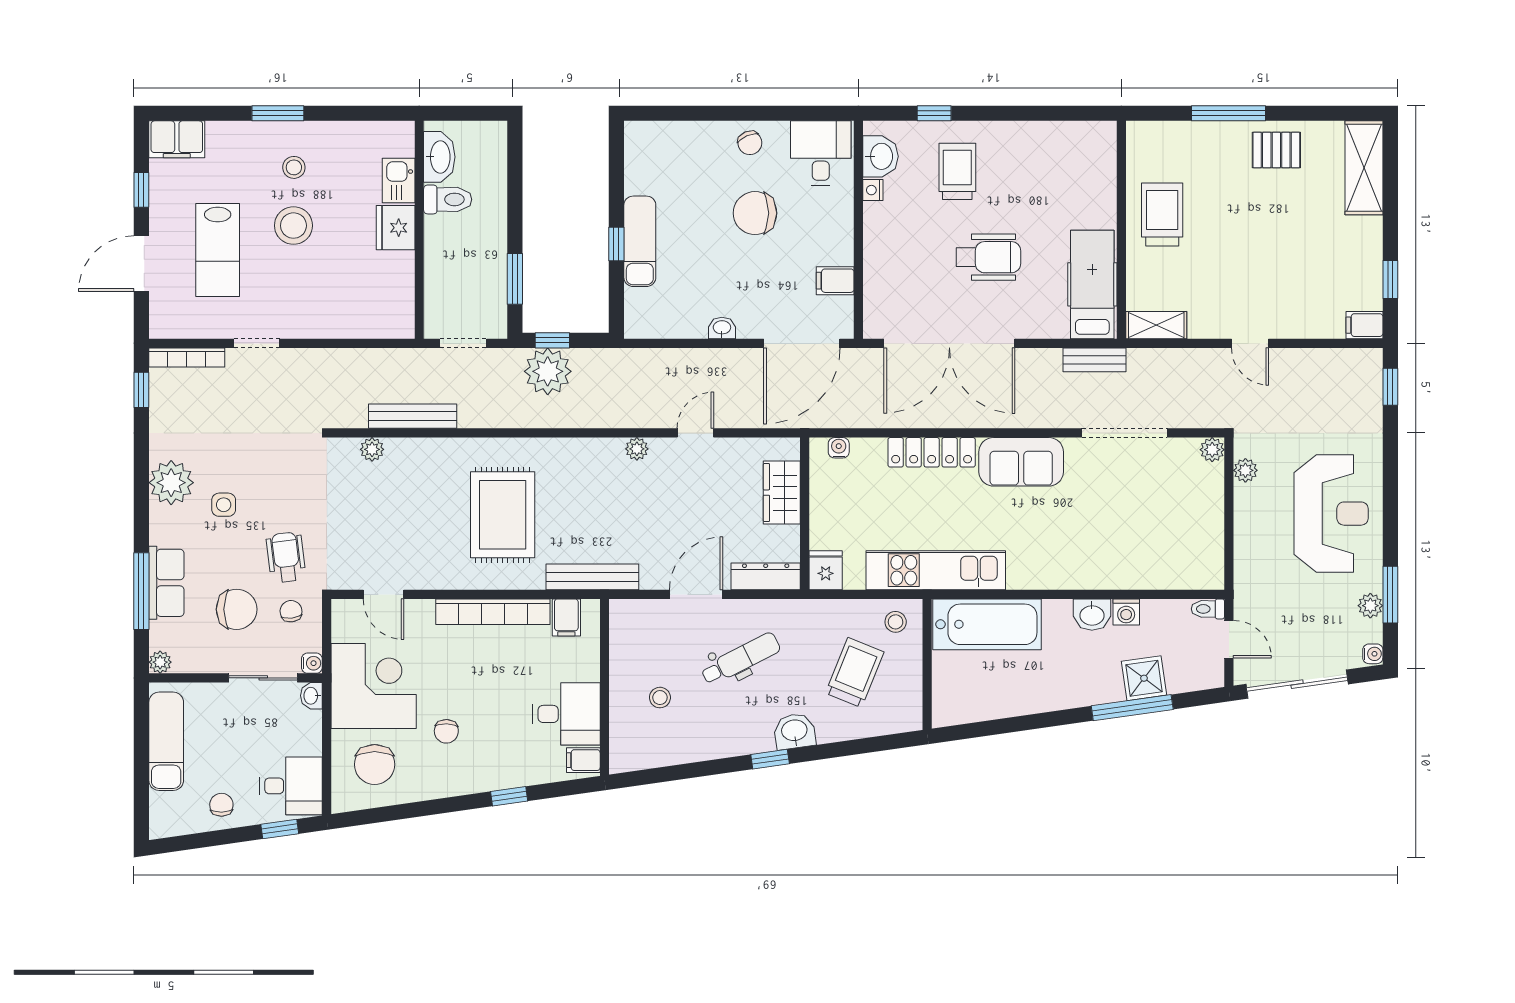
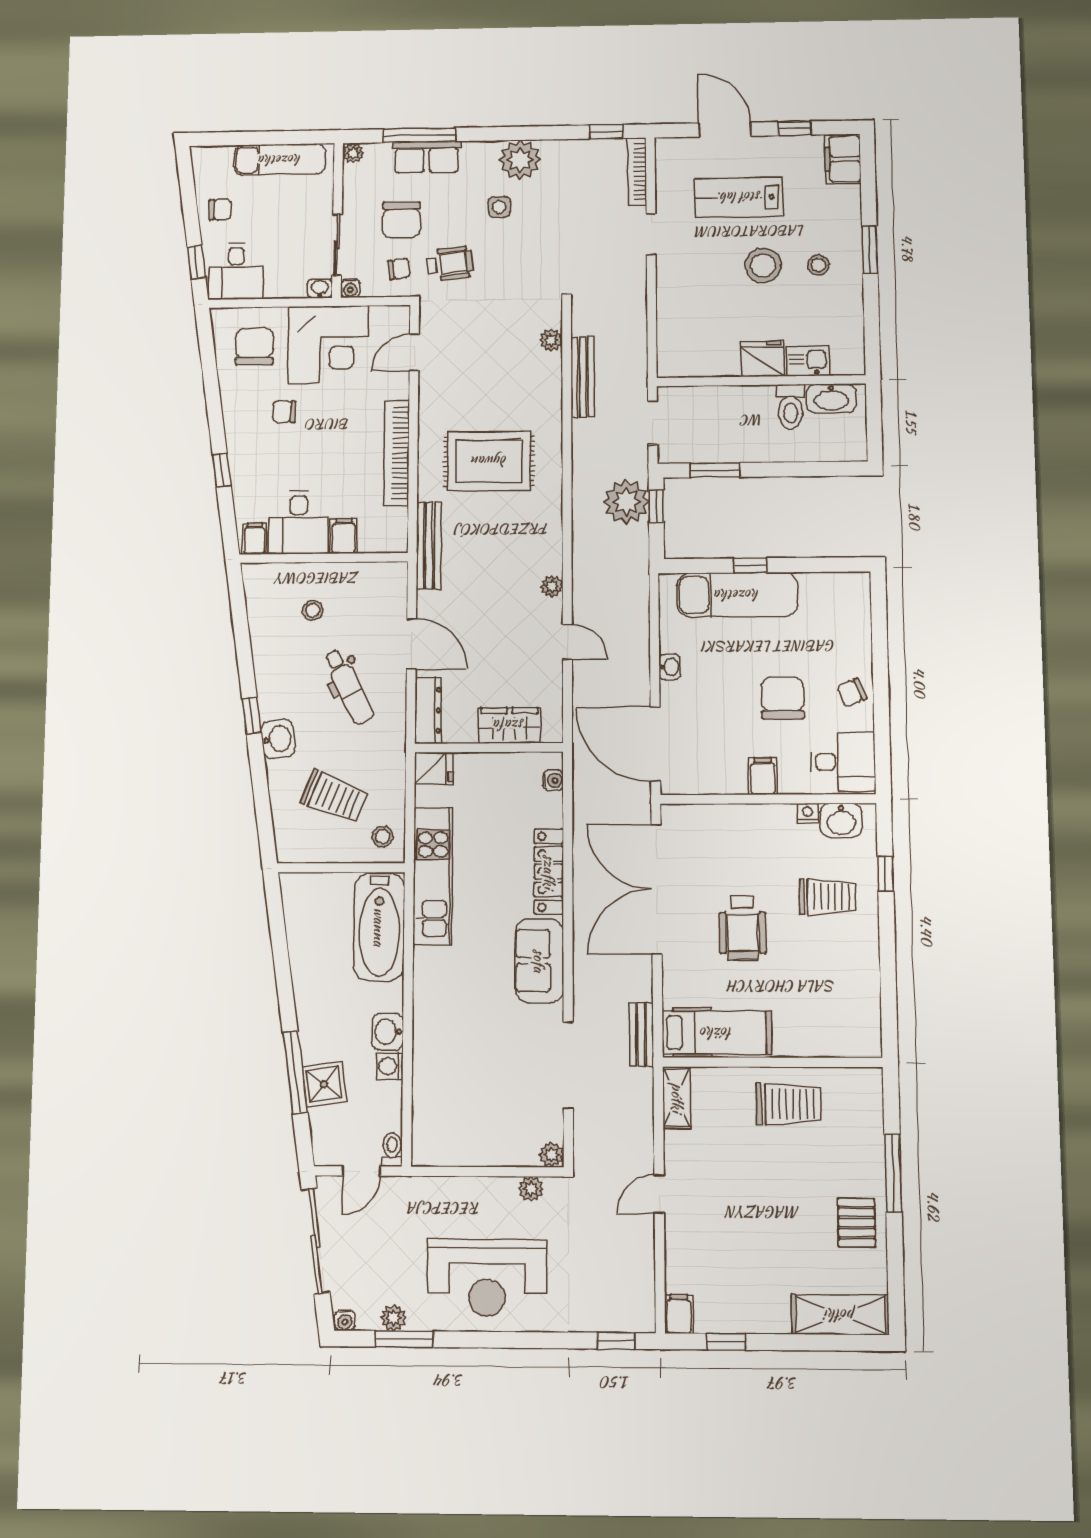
exam couch: (640, 241) -> (737, 595), width x1.36, depth x1.45
filing cabinet: (835, 281) -> (763, 776), moved
filing cabinet: (566, 617) -> (344, 536), moved, turned 90
chair: (375, 764) -> (254, 347), turned 90

